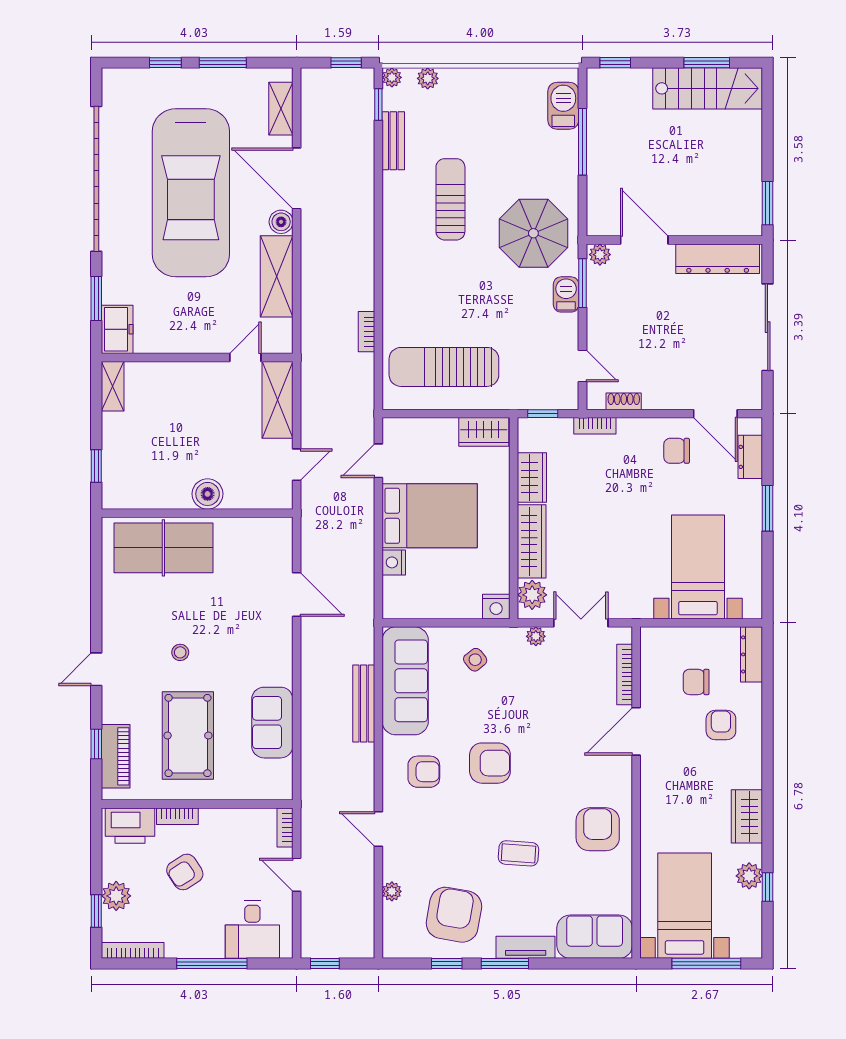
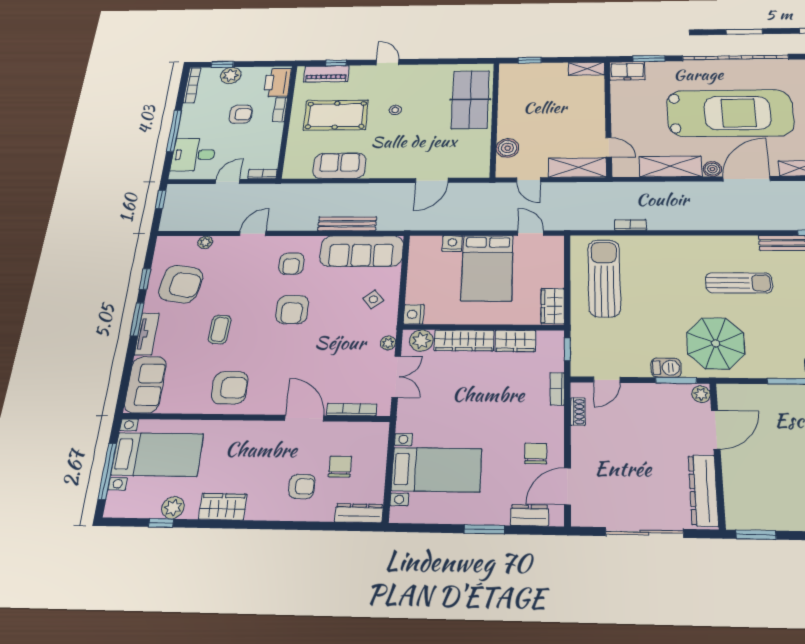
car: (191, 193) -> (730, 113), turned 180
boiler: (208, 494) -> (507, 148), moved
armchair: (185, 872) -> (241, 114), turned 123

